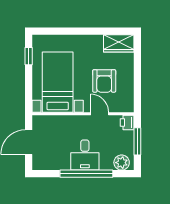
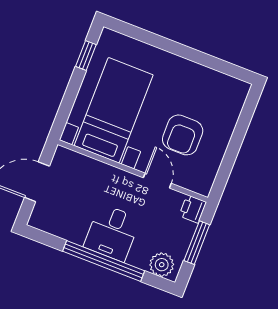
wardrobe: (119, 43) -> (225, 88), removed

